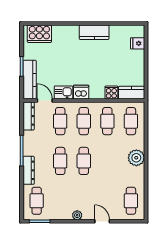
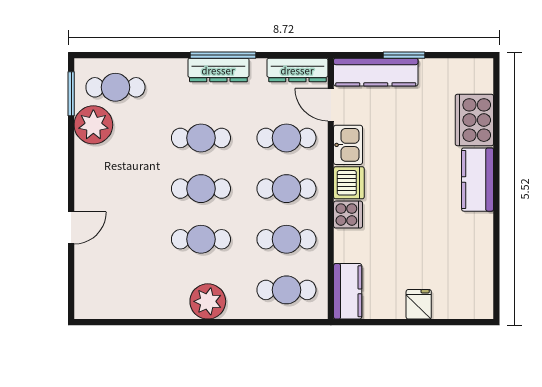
kitchen counter: (94, 32) -> (478, 180), moved
cooker: (39, 34) -> (474, 120), moved
fridge: (138, 43) -> (419, 304), moved
cooker: (111, 92) -> (348, 215), moved
door: (45, 101) -> (331, 105), swing flipped
dresser: (29, 170) -> (218, 70), moved
cafe table: (131, 201) -> (201, 239), moved
plant: (77, 215) -> (93, 125), moved, width x1.88, depth x1.88

